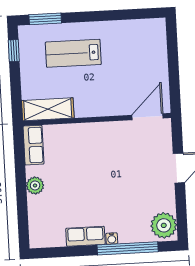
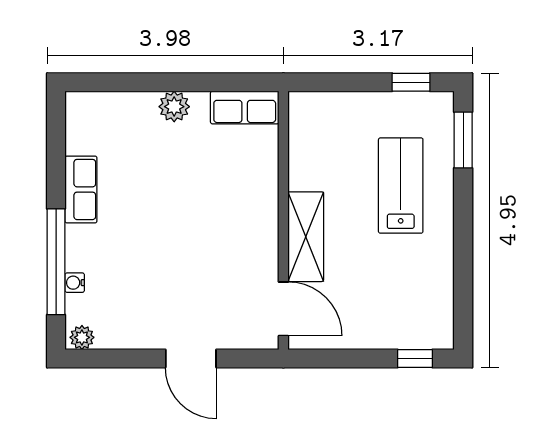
window: (172, 40) -> (415, 359), added
shelving: (48, 109) -> (306, 237), moved
plant: (164, 225) -> (82, 337), width x0.53, depth x0.53
water cooler: (112, 239) -> (75, 283), moved

